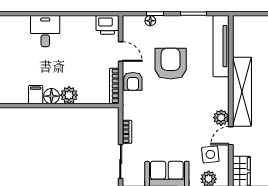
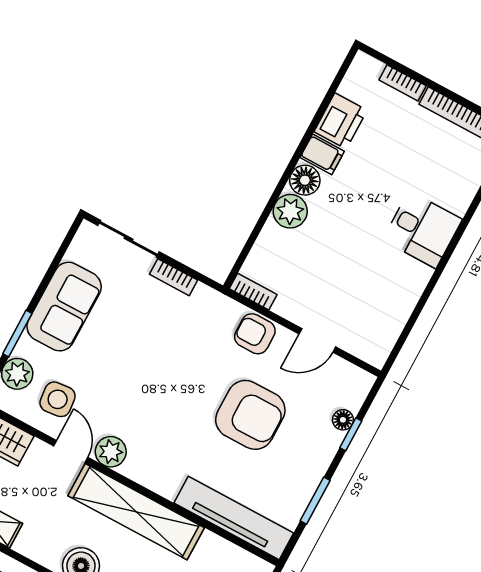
printer: (107, 25) -> (341, 121), moved, turned 180
bookcase: (114, 86) -> (253, 292), width x0.64

